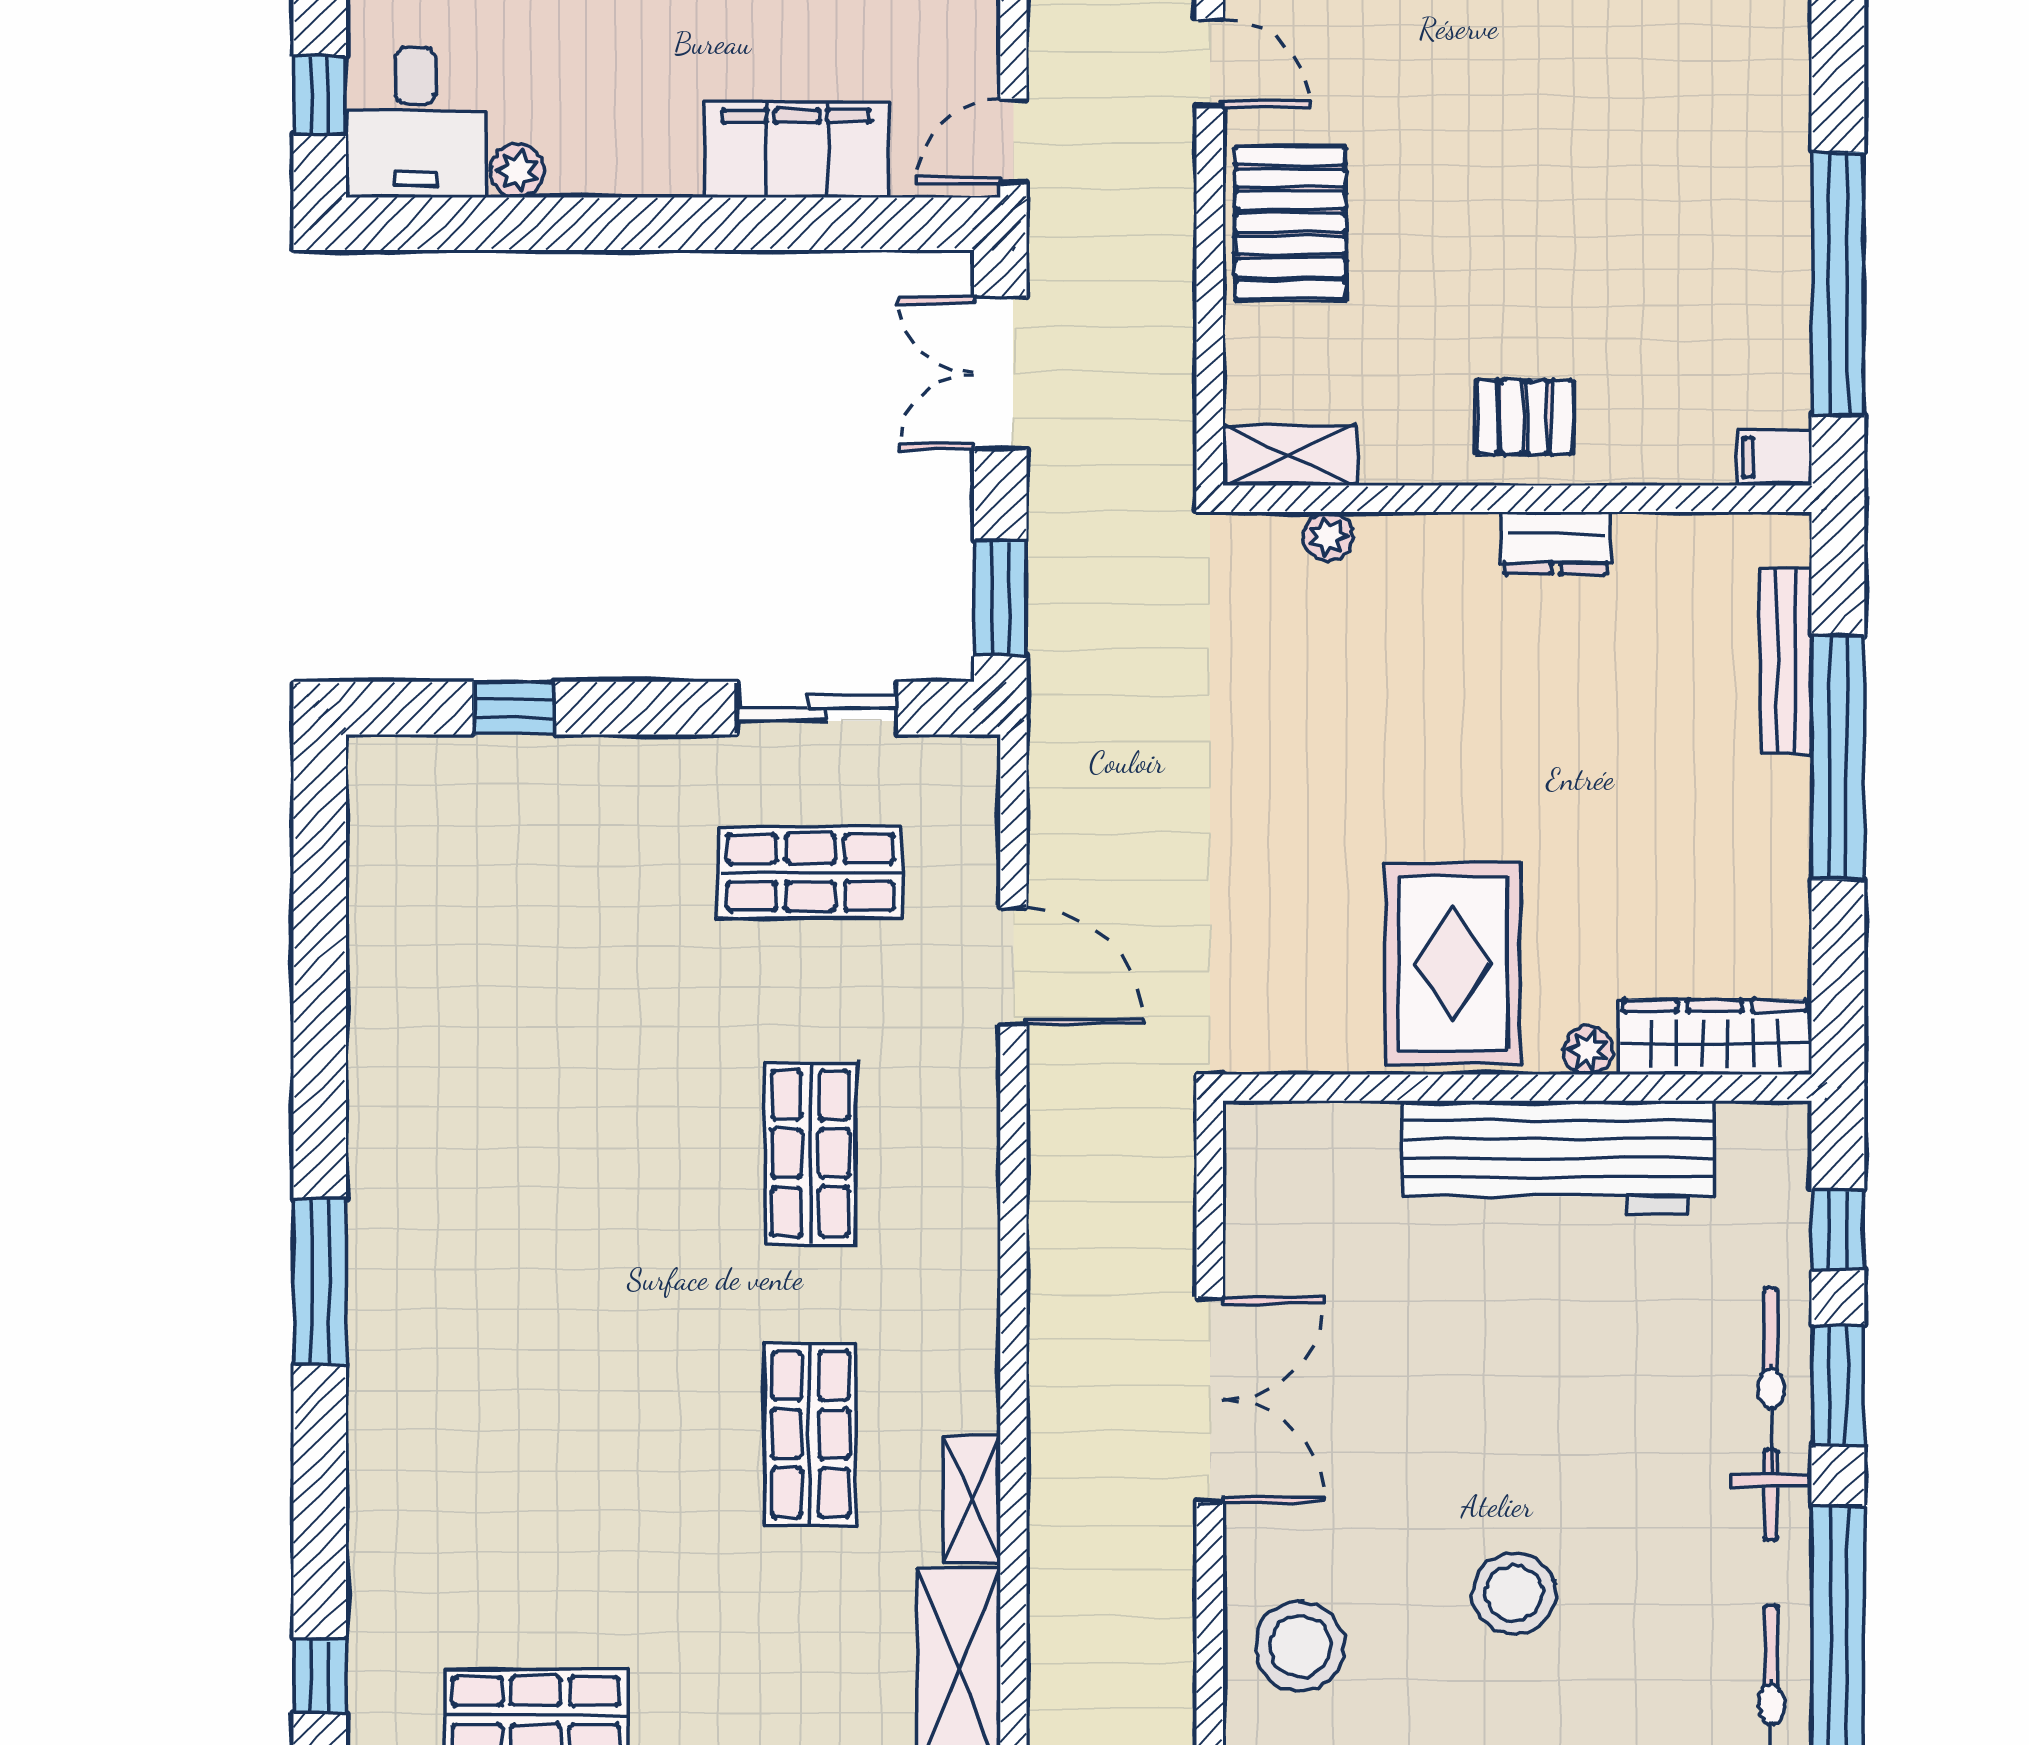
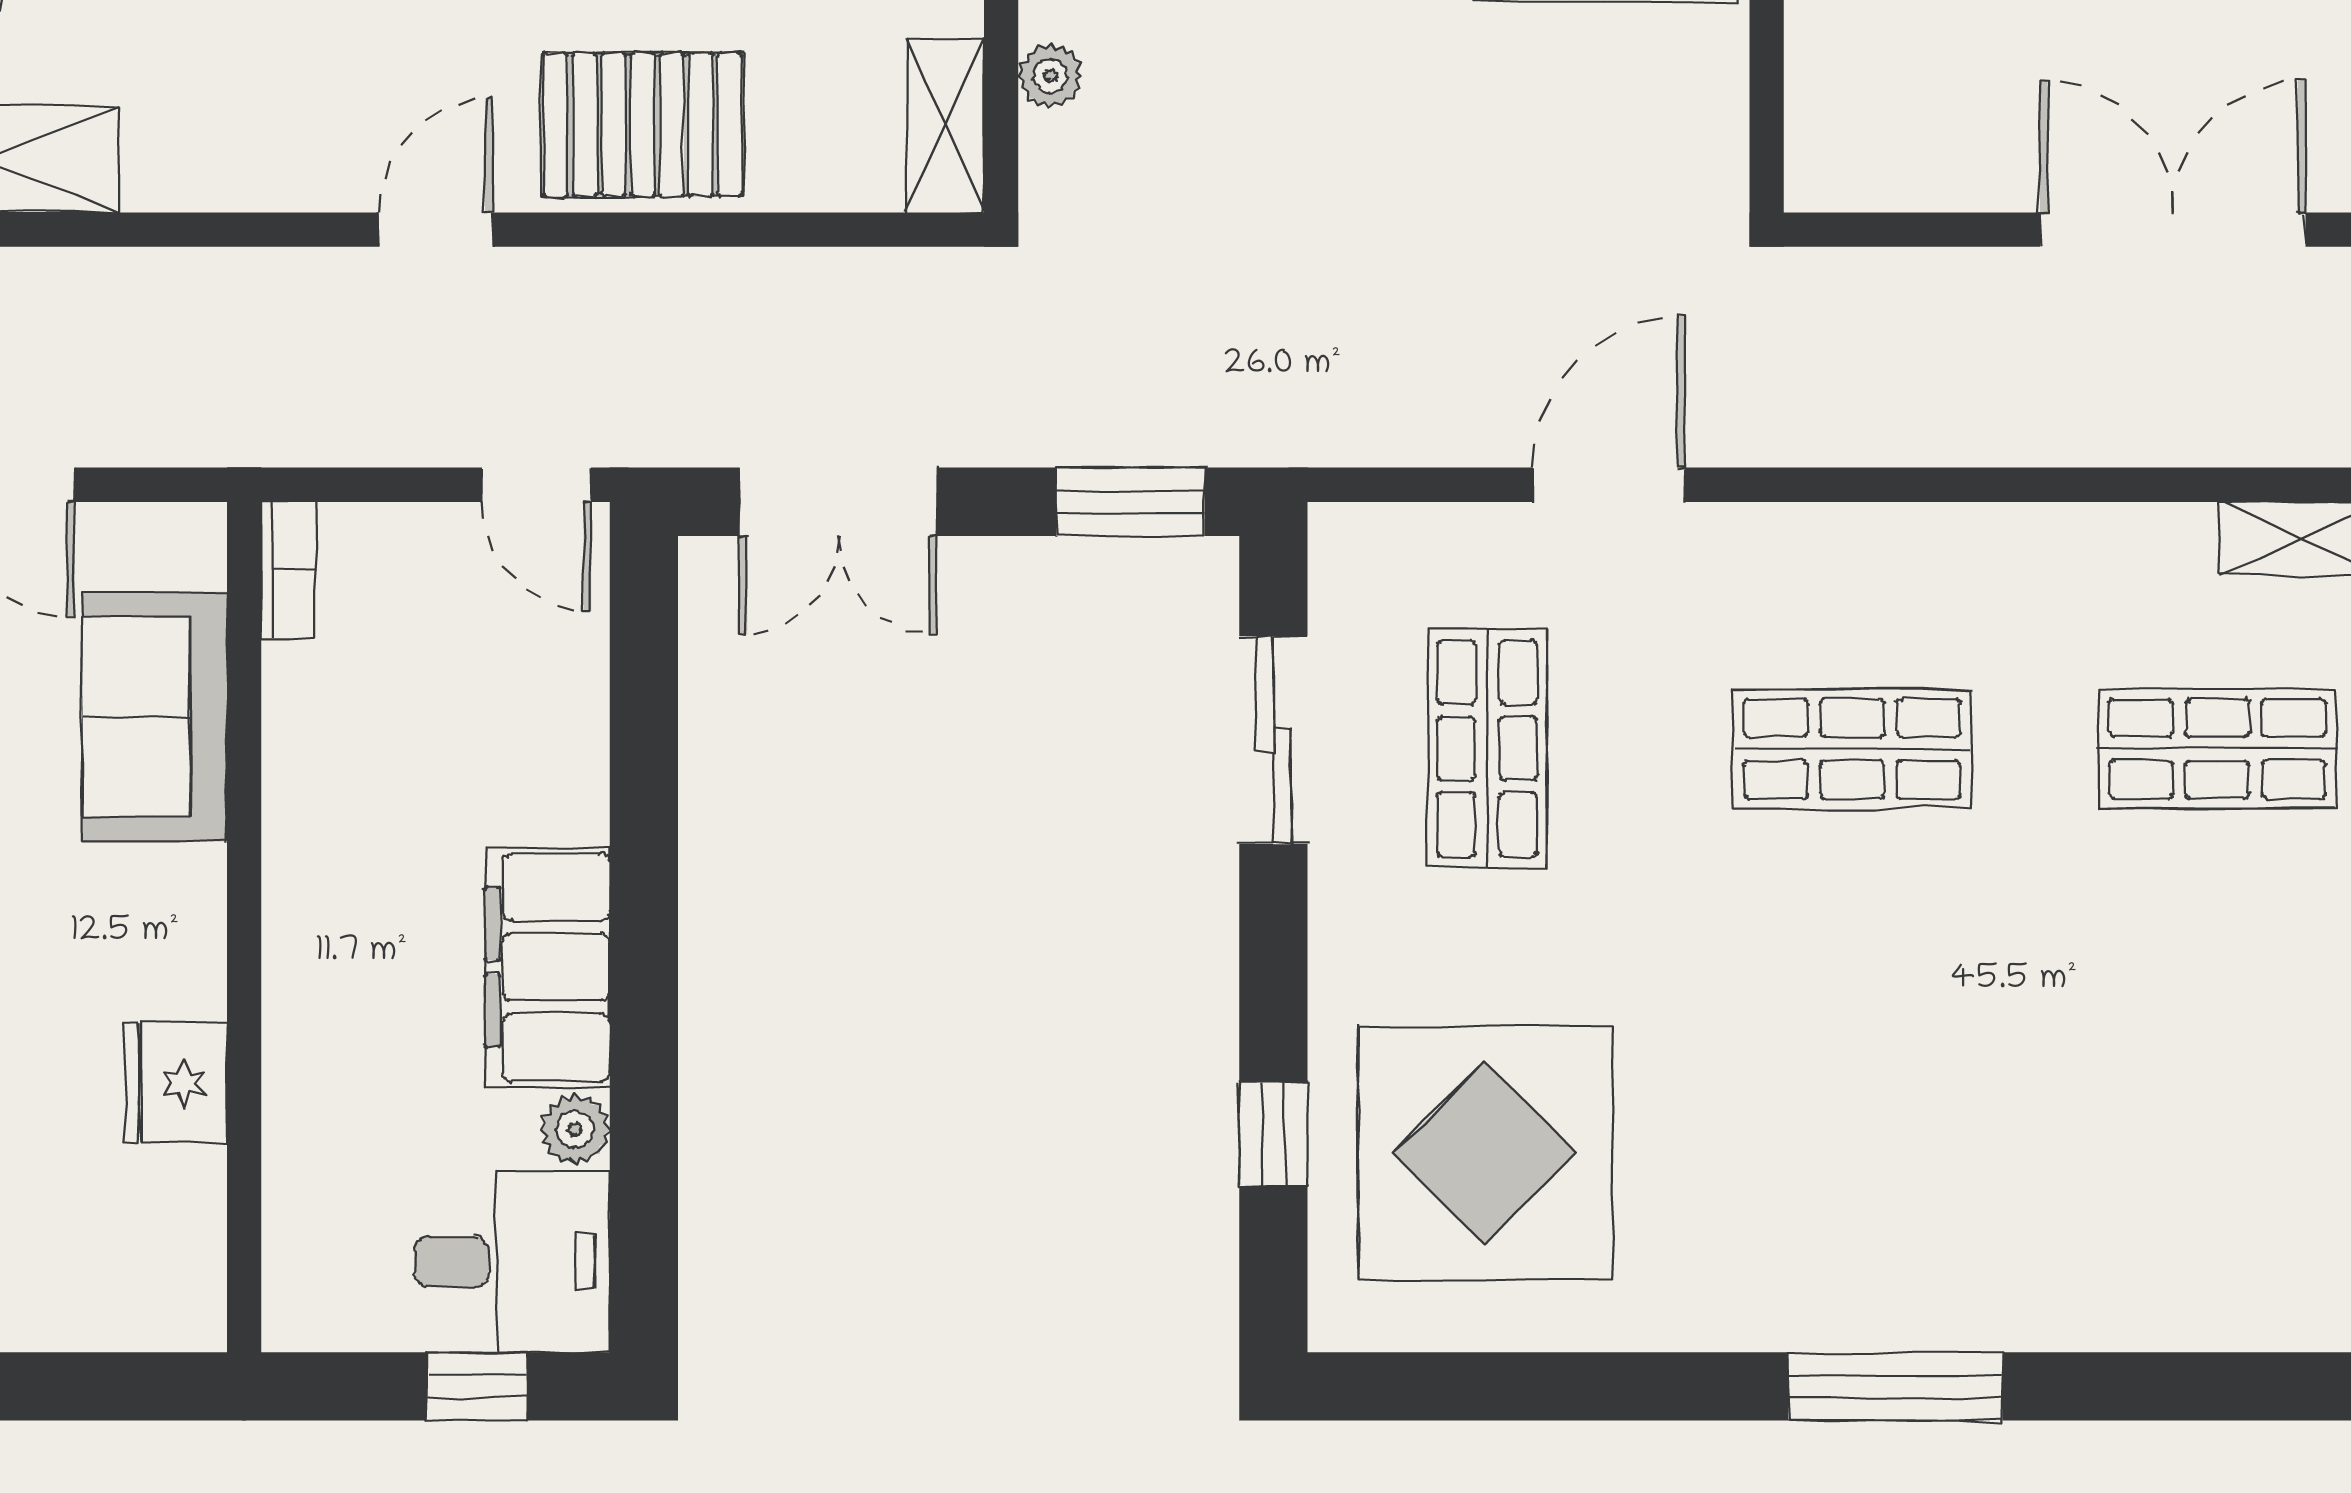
filing cabinet: (797, 150) -> (547, 967), moved
display table: (500, 871) -> (1485, 1153), added
window: (320, 1282) -> (1895, 1386), moved

